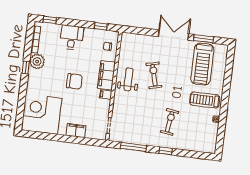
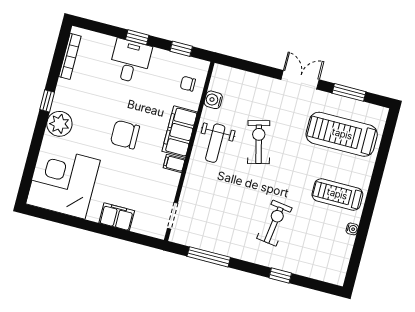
window: (50, 20) -> (137, 37), moved
double door: (174, 35) -> (300, 80), width x0.73
water cooler: (124, 54) -> (213, 100), added
plant: (37, 62) -> (59, 124), moved
treadmill: (202, 64) -> (342, 134), turned 90
weight bench: (128, 79) -> (215, 143), turned 180
chair: (74, 81) -> (125, 135), turned 180
window: (166, 151) -> (280, 275), moved

